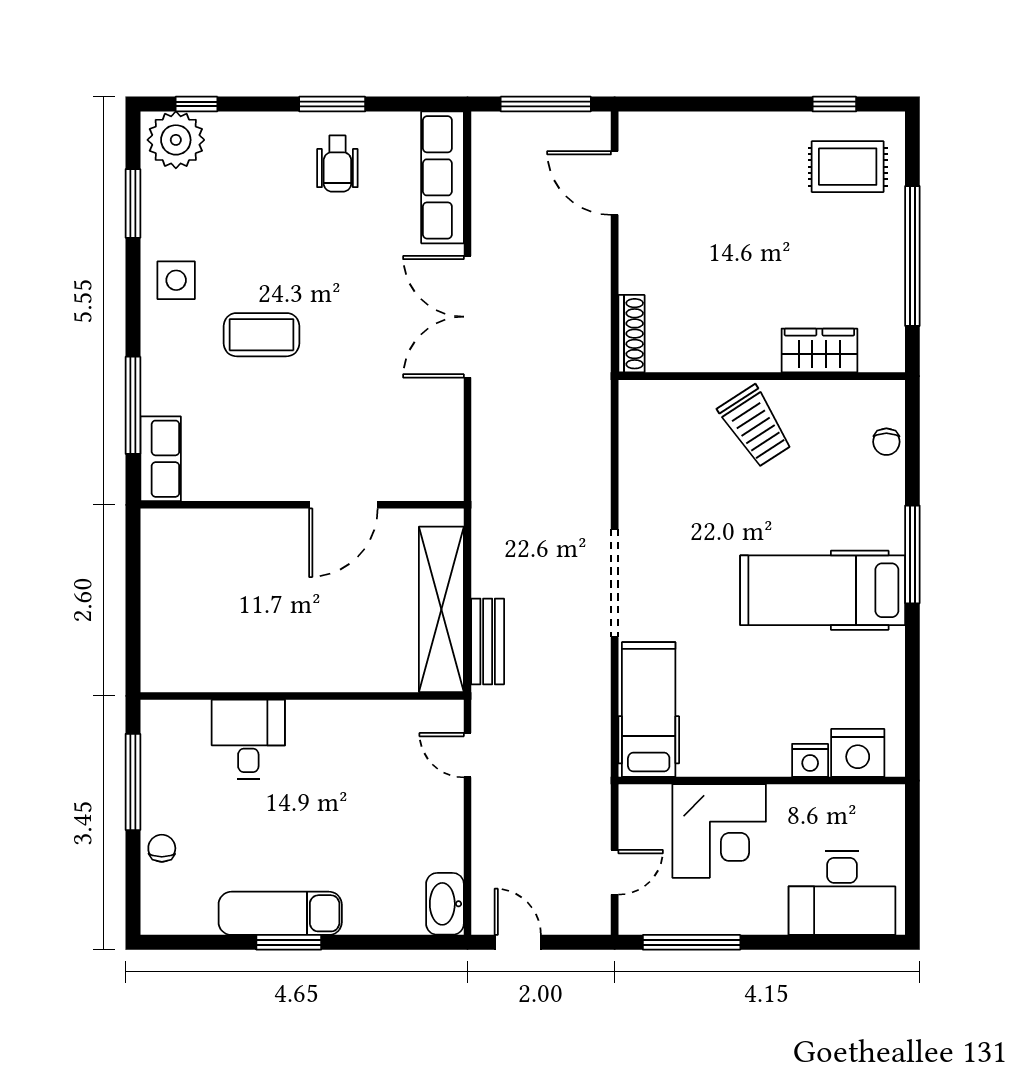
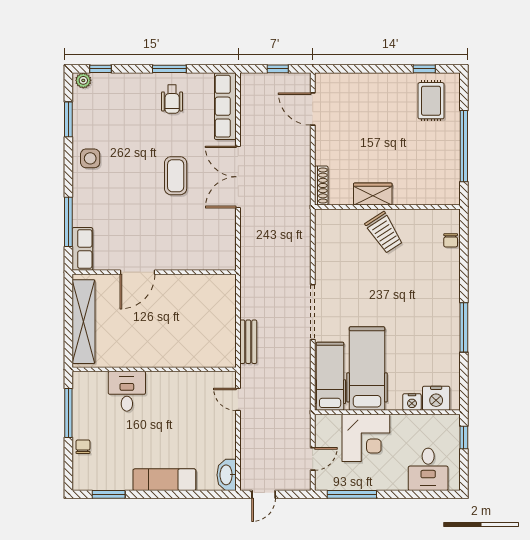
window: (546, 104) -> (278, 69), width x0.46
plant: (176, 140) -> (83, 80), width x0.53, depth x0.53
rug: (848, 167) -> (431, 101), turned 90
coffee table: (261, 335) -> (176, 176), moved, turned 90
wardrobe: (819, 350) -> (373, 194), moved
door: (343, 505) -> (137, 272), moved
window: (912, 554) -> (464, 327), moved
hospital bed: (823, 590) -> (367, 369), moved, turned 90
shelving: (441, 609) -> (83, 322), moved
window: (912, 830) -> (464, 438), added
desk: (842, 893) -> (428, 469), width x0.73
exam couch: (280, 913) -> (164, 480), moved
window: (289, 942) -> (109, 494), moved
door: (518, 942) -> (264, 494), swing flipped

